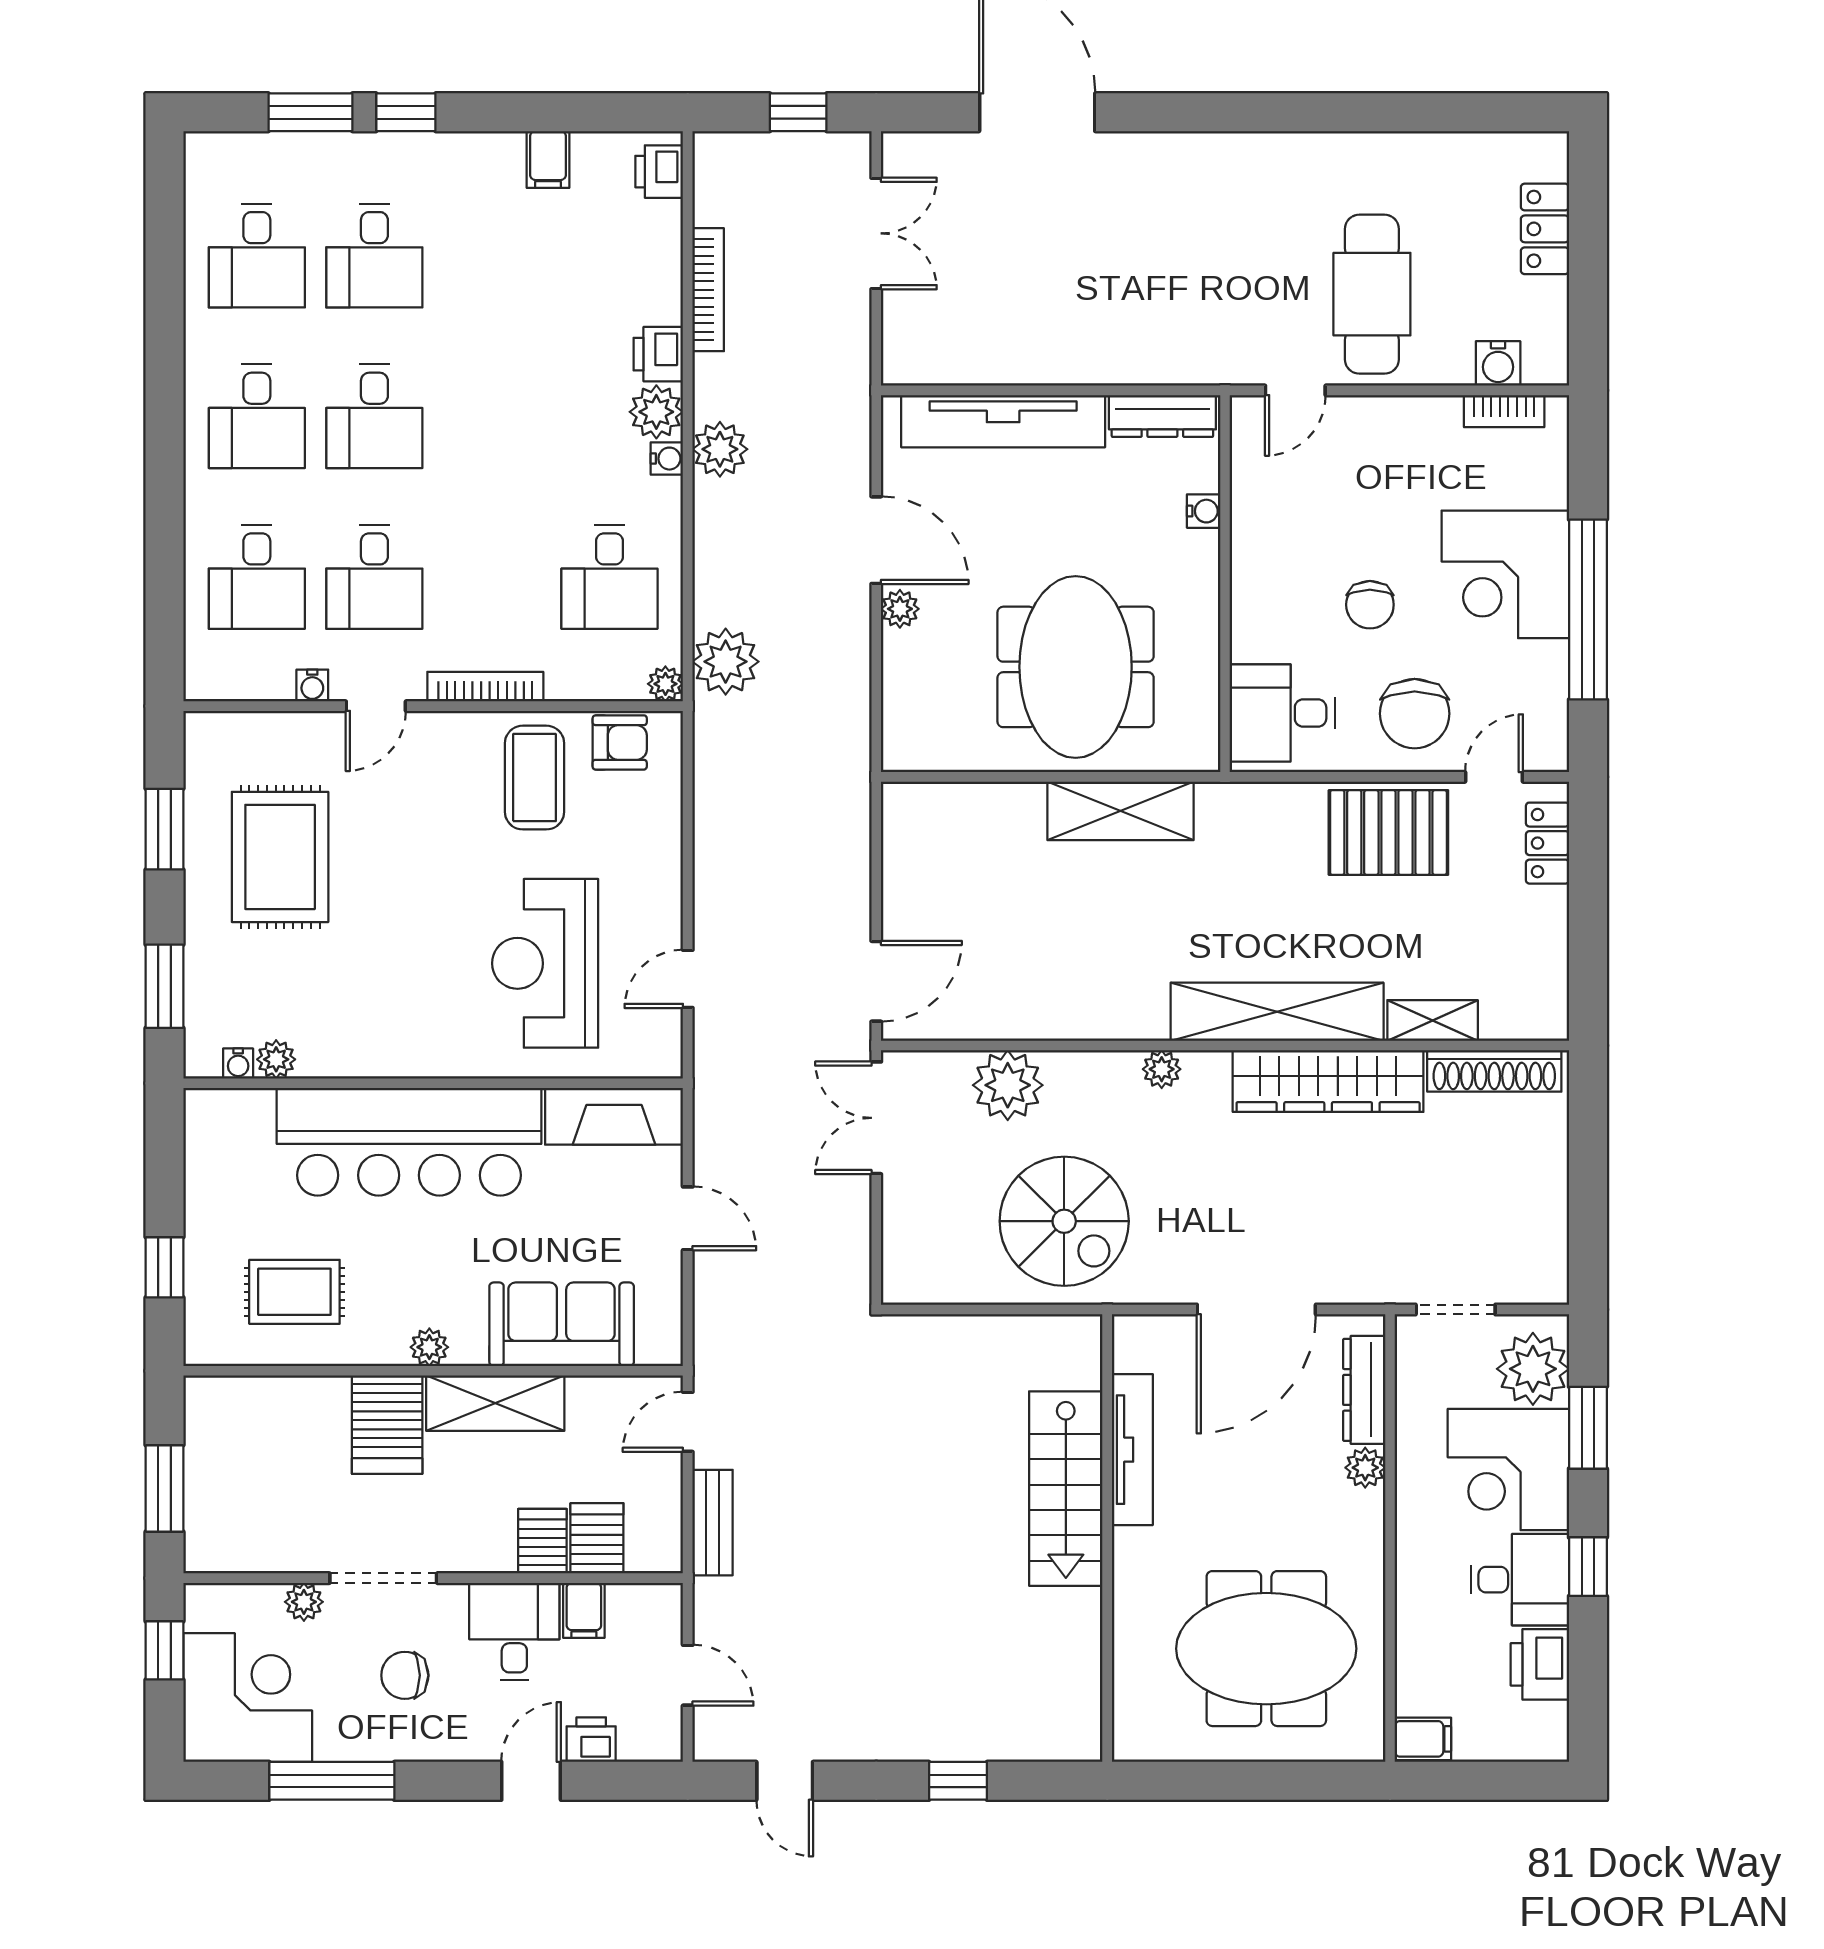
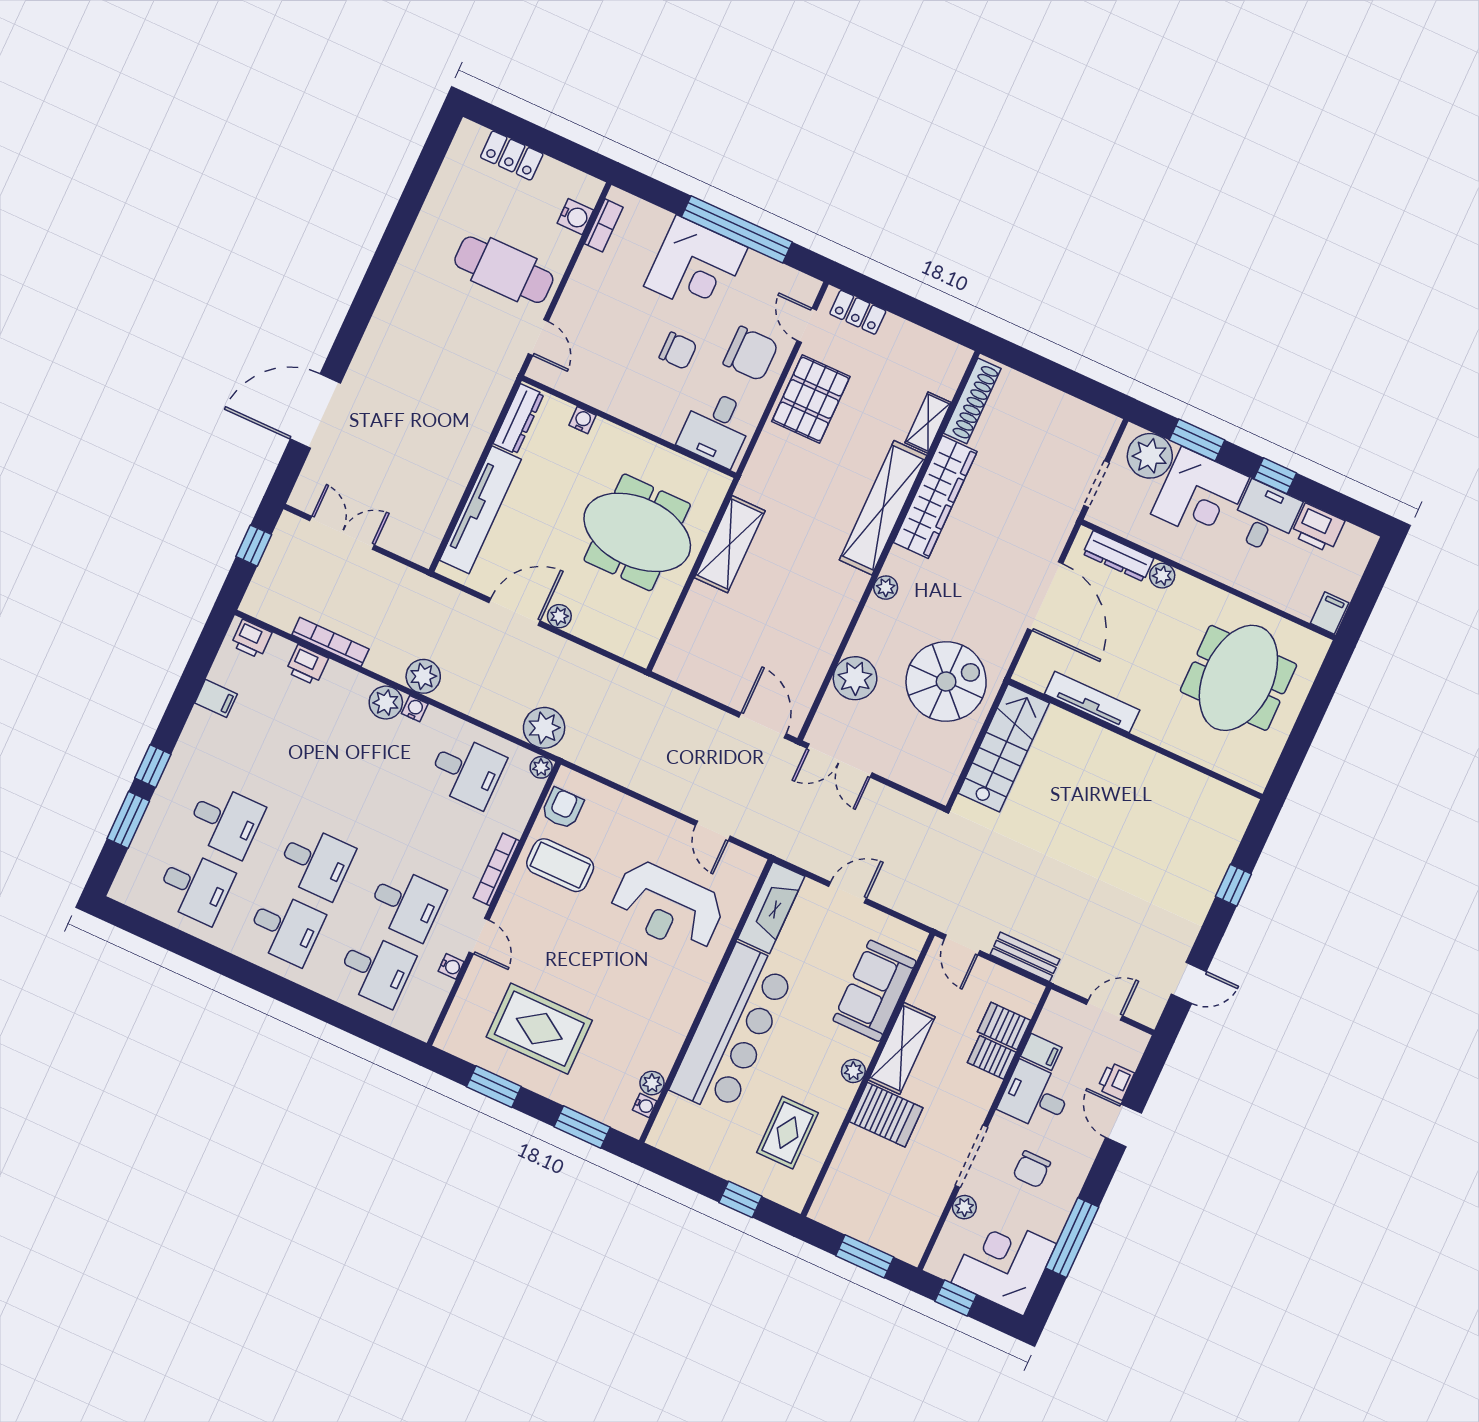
printer: (658, 354) -> (307, 665), moved
stairs: (1066, 1489) -> (1004, 748), moved, turned -90

